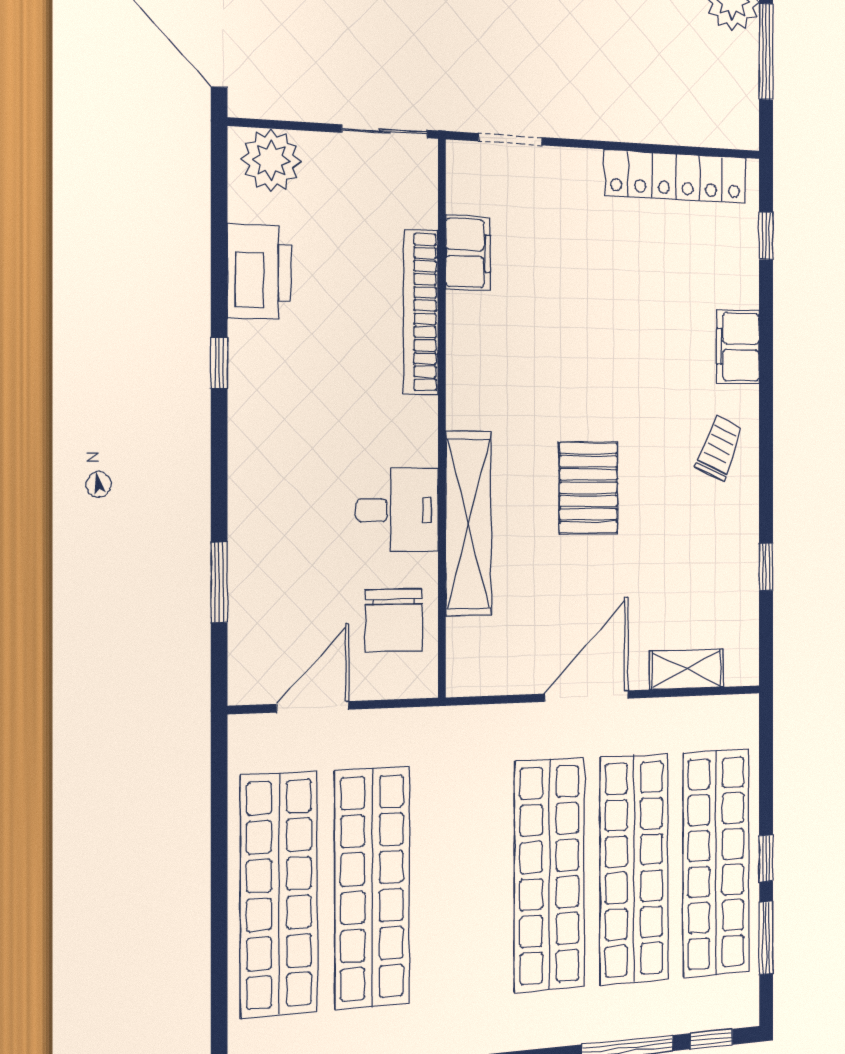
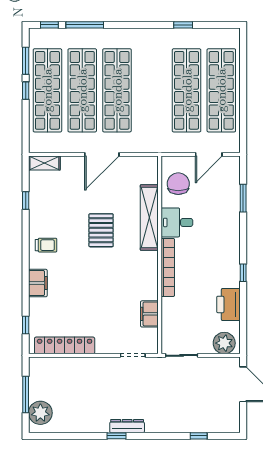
bookcase: (421, 312) -> (168, 267), moved
trolley: (719, 448) -> (46, 245), turned -113
shelving: (687, 669) -> (44, 163), moved

